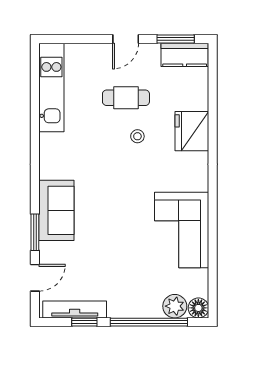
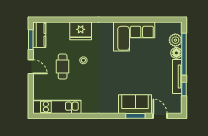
sofa: (56, 210) -> (135, 104), moved
floor lamp: (198, 308) -> (176, 53), moved
tv unit: (75, 309) -> (177, 76), moved

